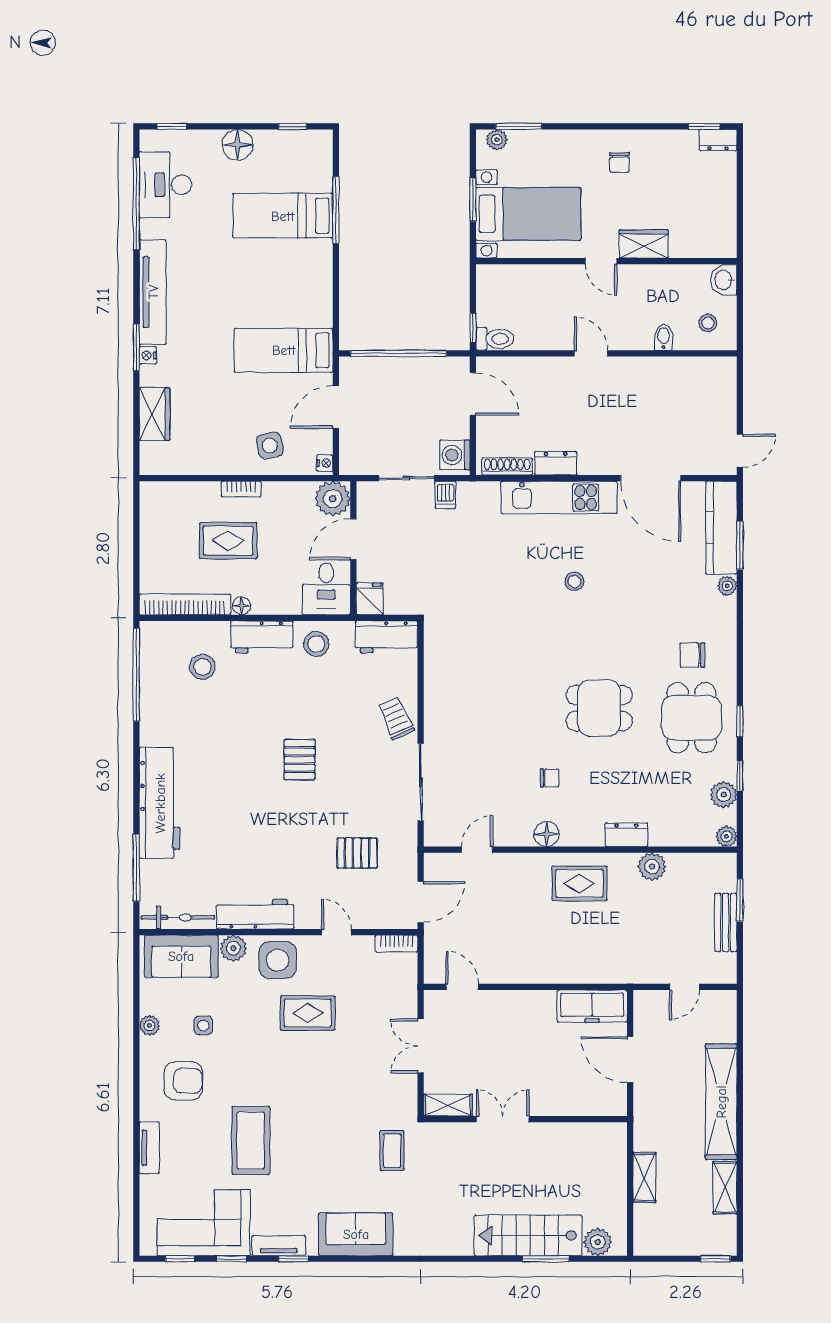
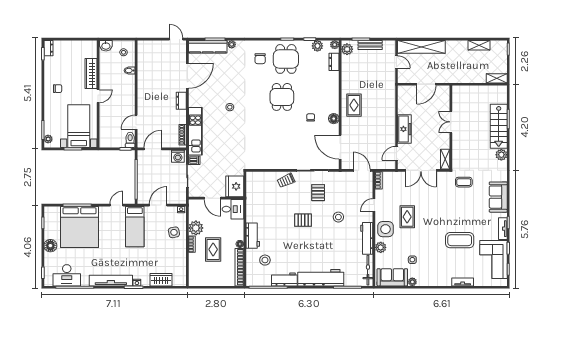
bed: (283, 216) -> (79, 227), width x2.04
wardrobe: (644, 244) -> (91, 74), width x1.50
door: (336, 306) -> (116, 205), added
door: (591, 353) -> (136, 122), moved
door: (336, 407) -> (158, 205), swing flipped
dresser: (556, 463) -> (181, 101), moved
kitchen unit: (559, 497) -> (195, 131), moved
plant: (333, 499) -> (196, 228), moved
fridge: (370, 599) -> (235, 186), width x1.88, depth x1.34
workbench: (386, 637) -> (284, 279), moved, turned -90
stool: (316, 644) -> (338, 217), moved
dining table: (692, 718) -> (286, 59), turned 90
dresser: (626, 835) -> (334, 62), moved
door: (477, 850) -> (340, 147), width x1.88
pallet: (357, 853) -> (318, 193), moved
plant: (652, 867) -> (347, 49), moved
sofa: (181, 956) -> (392, 277), moved, turned -90
freezer: (592, 1006) -> (404, 129), moved
double door: (421, 1046) -> (421, 170), width x1.37
armchair: (183, 1081) -> (435, 268), removed
shelving: (721, 1102) -> (421, 47), moved
double door: (503, 1119) -> (451, 122), moved
shelving: (644, 1177) -> (497, 78), moved
plant: (598, 1242) -> (501, 155), moved

